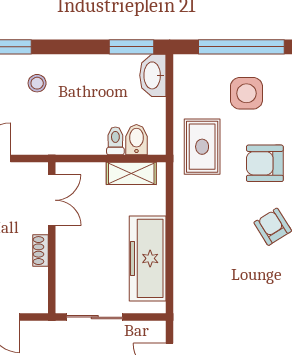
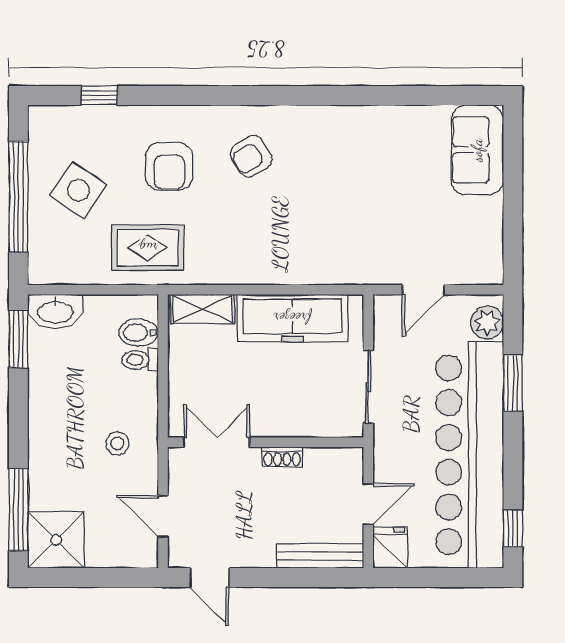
stool: (37, 83) -> (117, 443), moved
side table: (246, 93) -> (78, 190), turned 34
shelving: (131, 173) -> (202, 309), moved, turned 90

